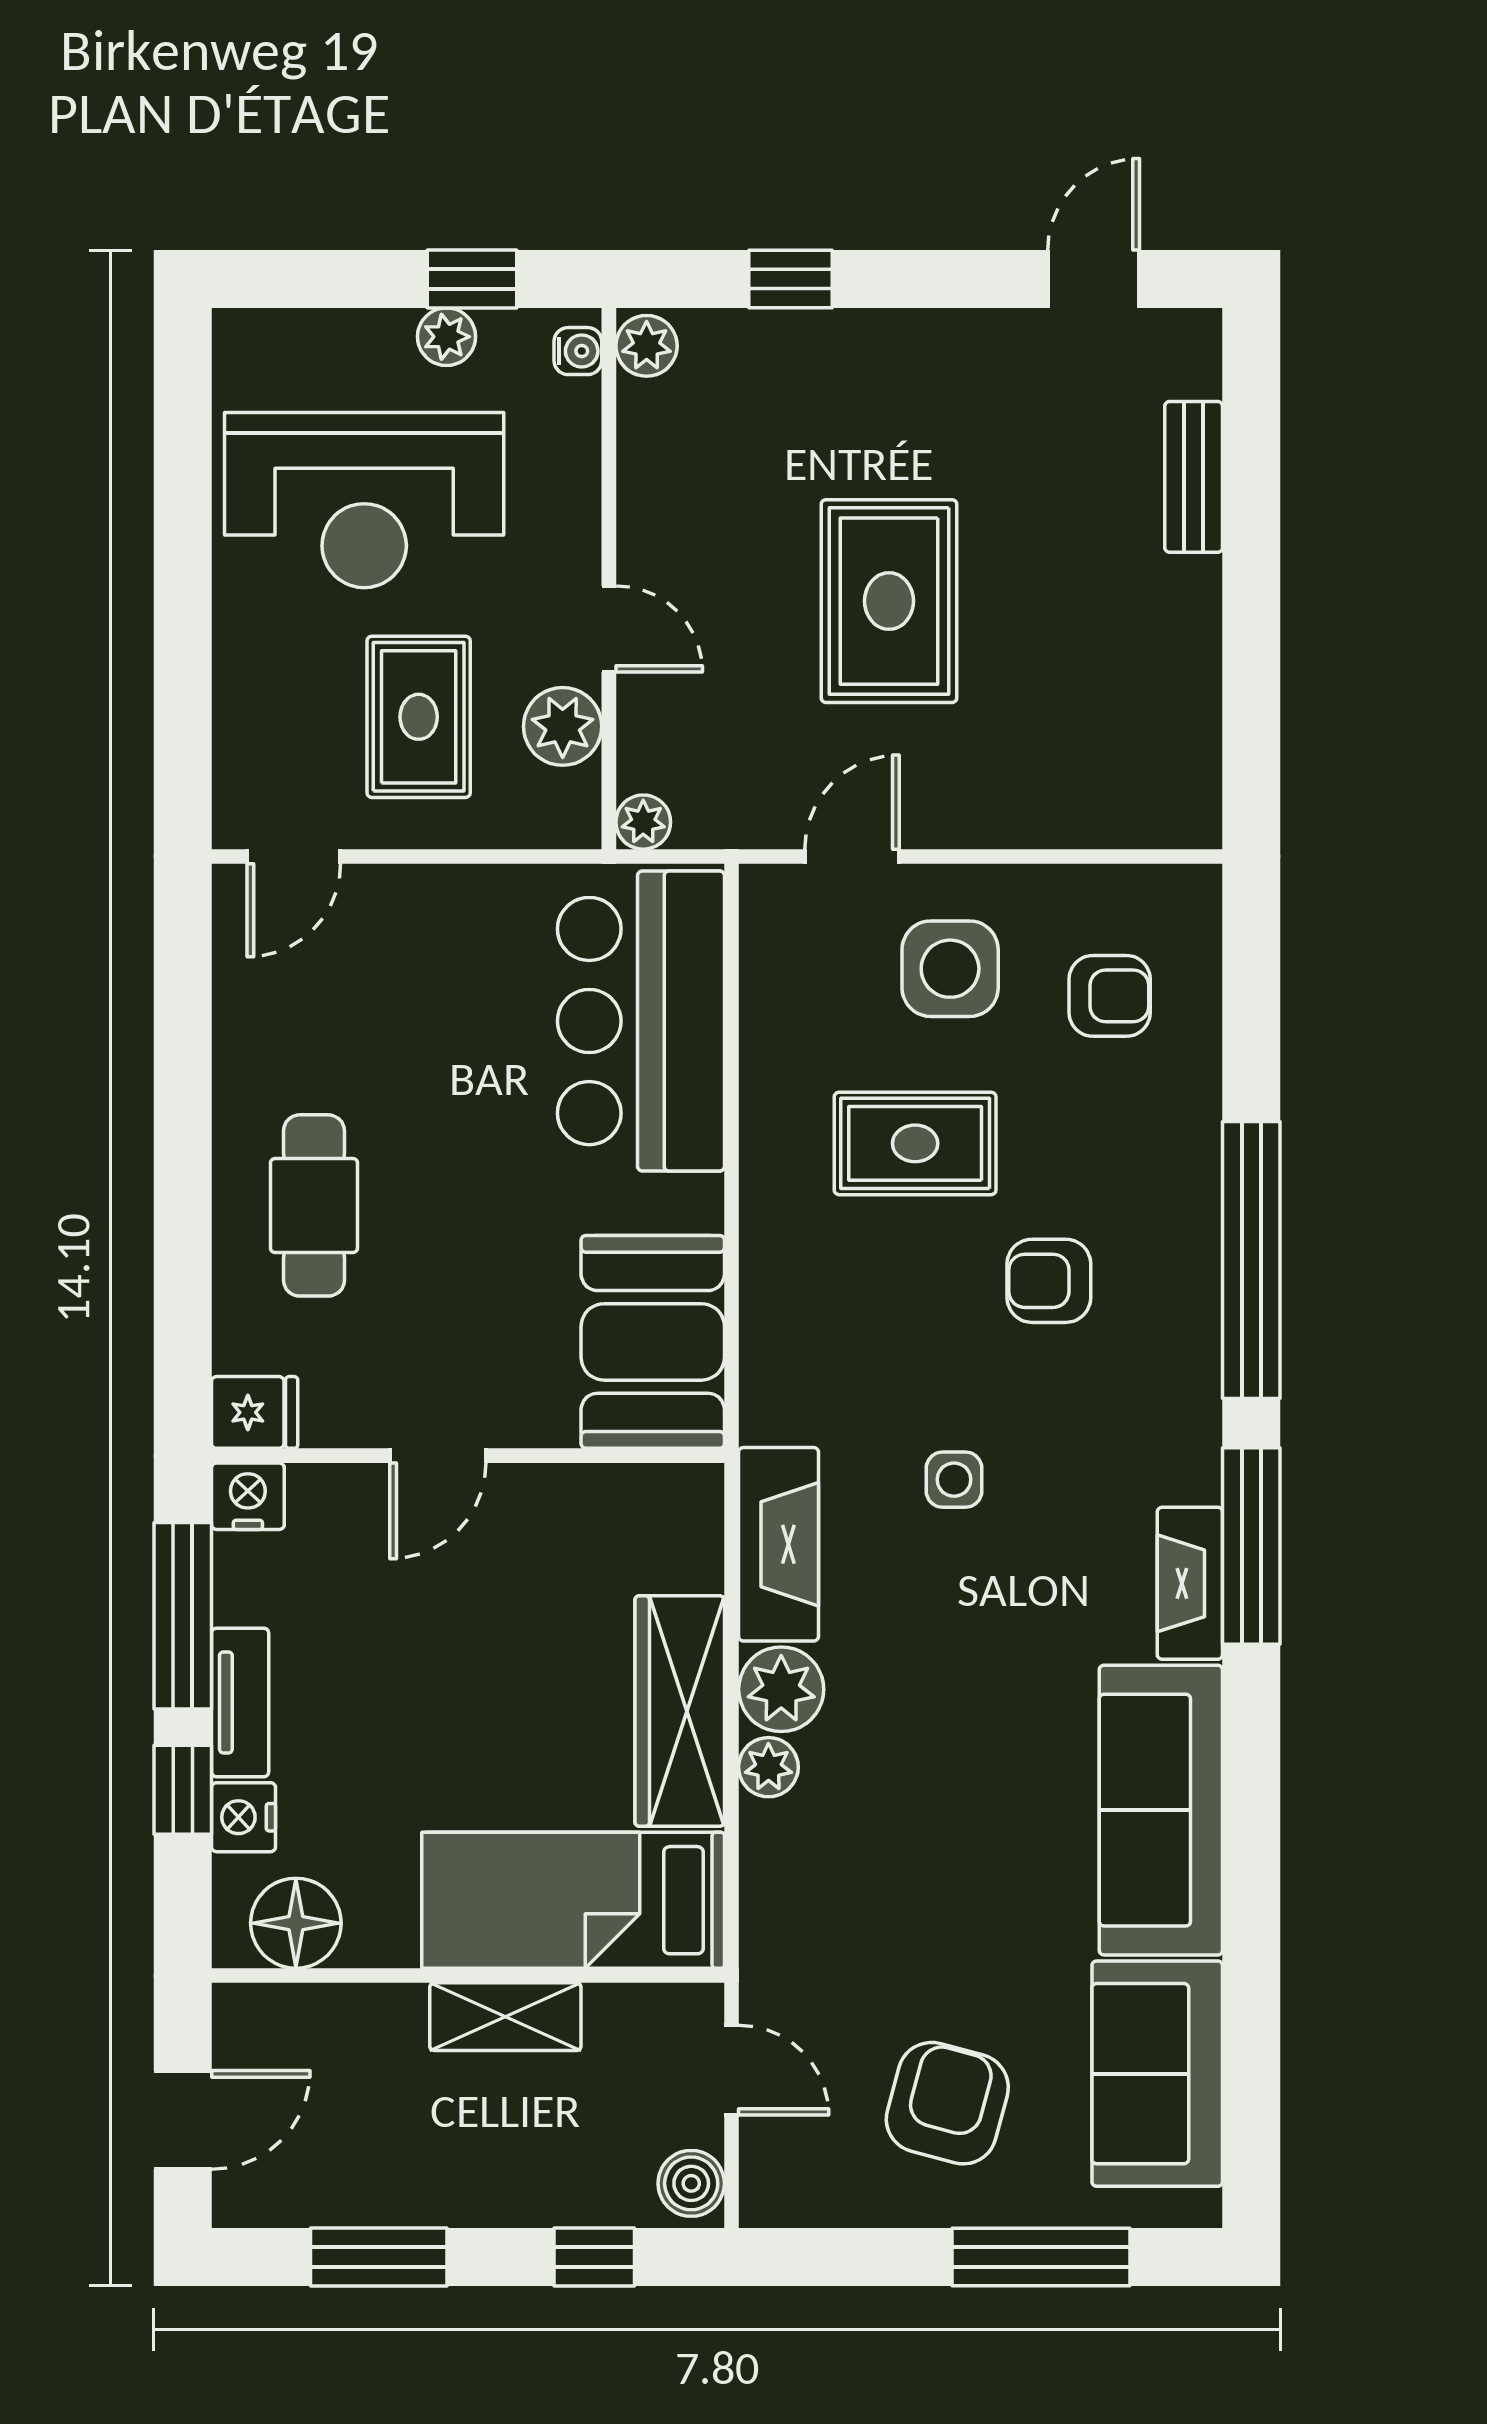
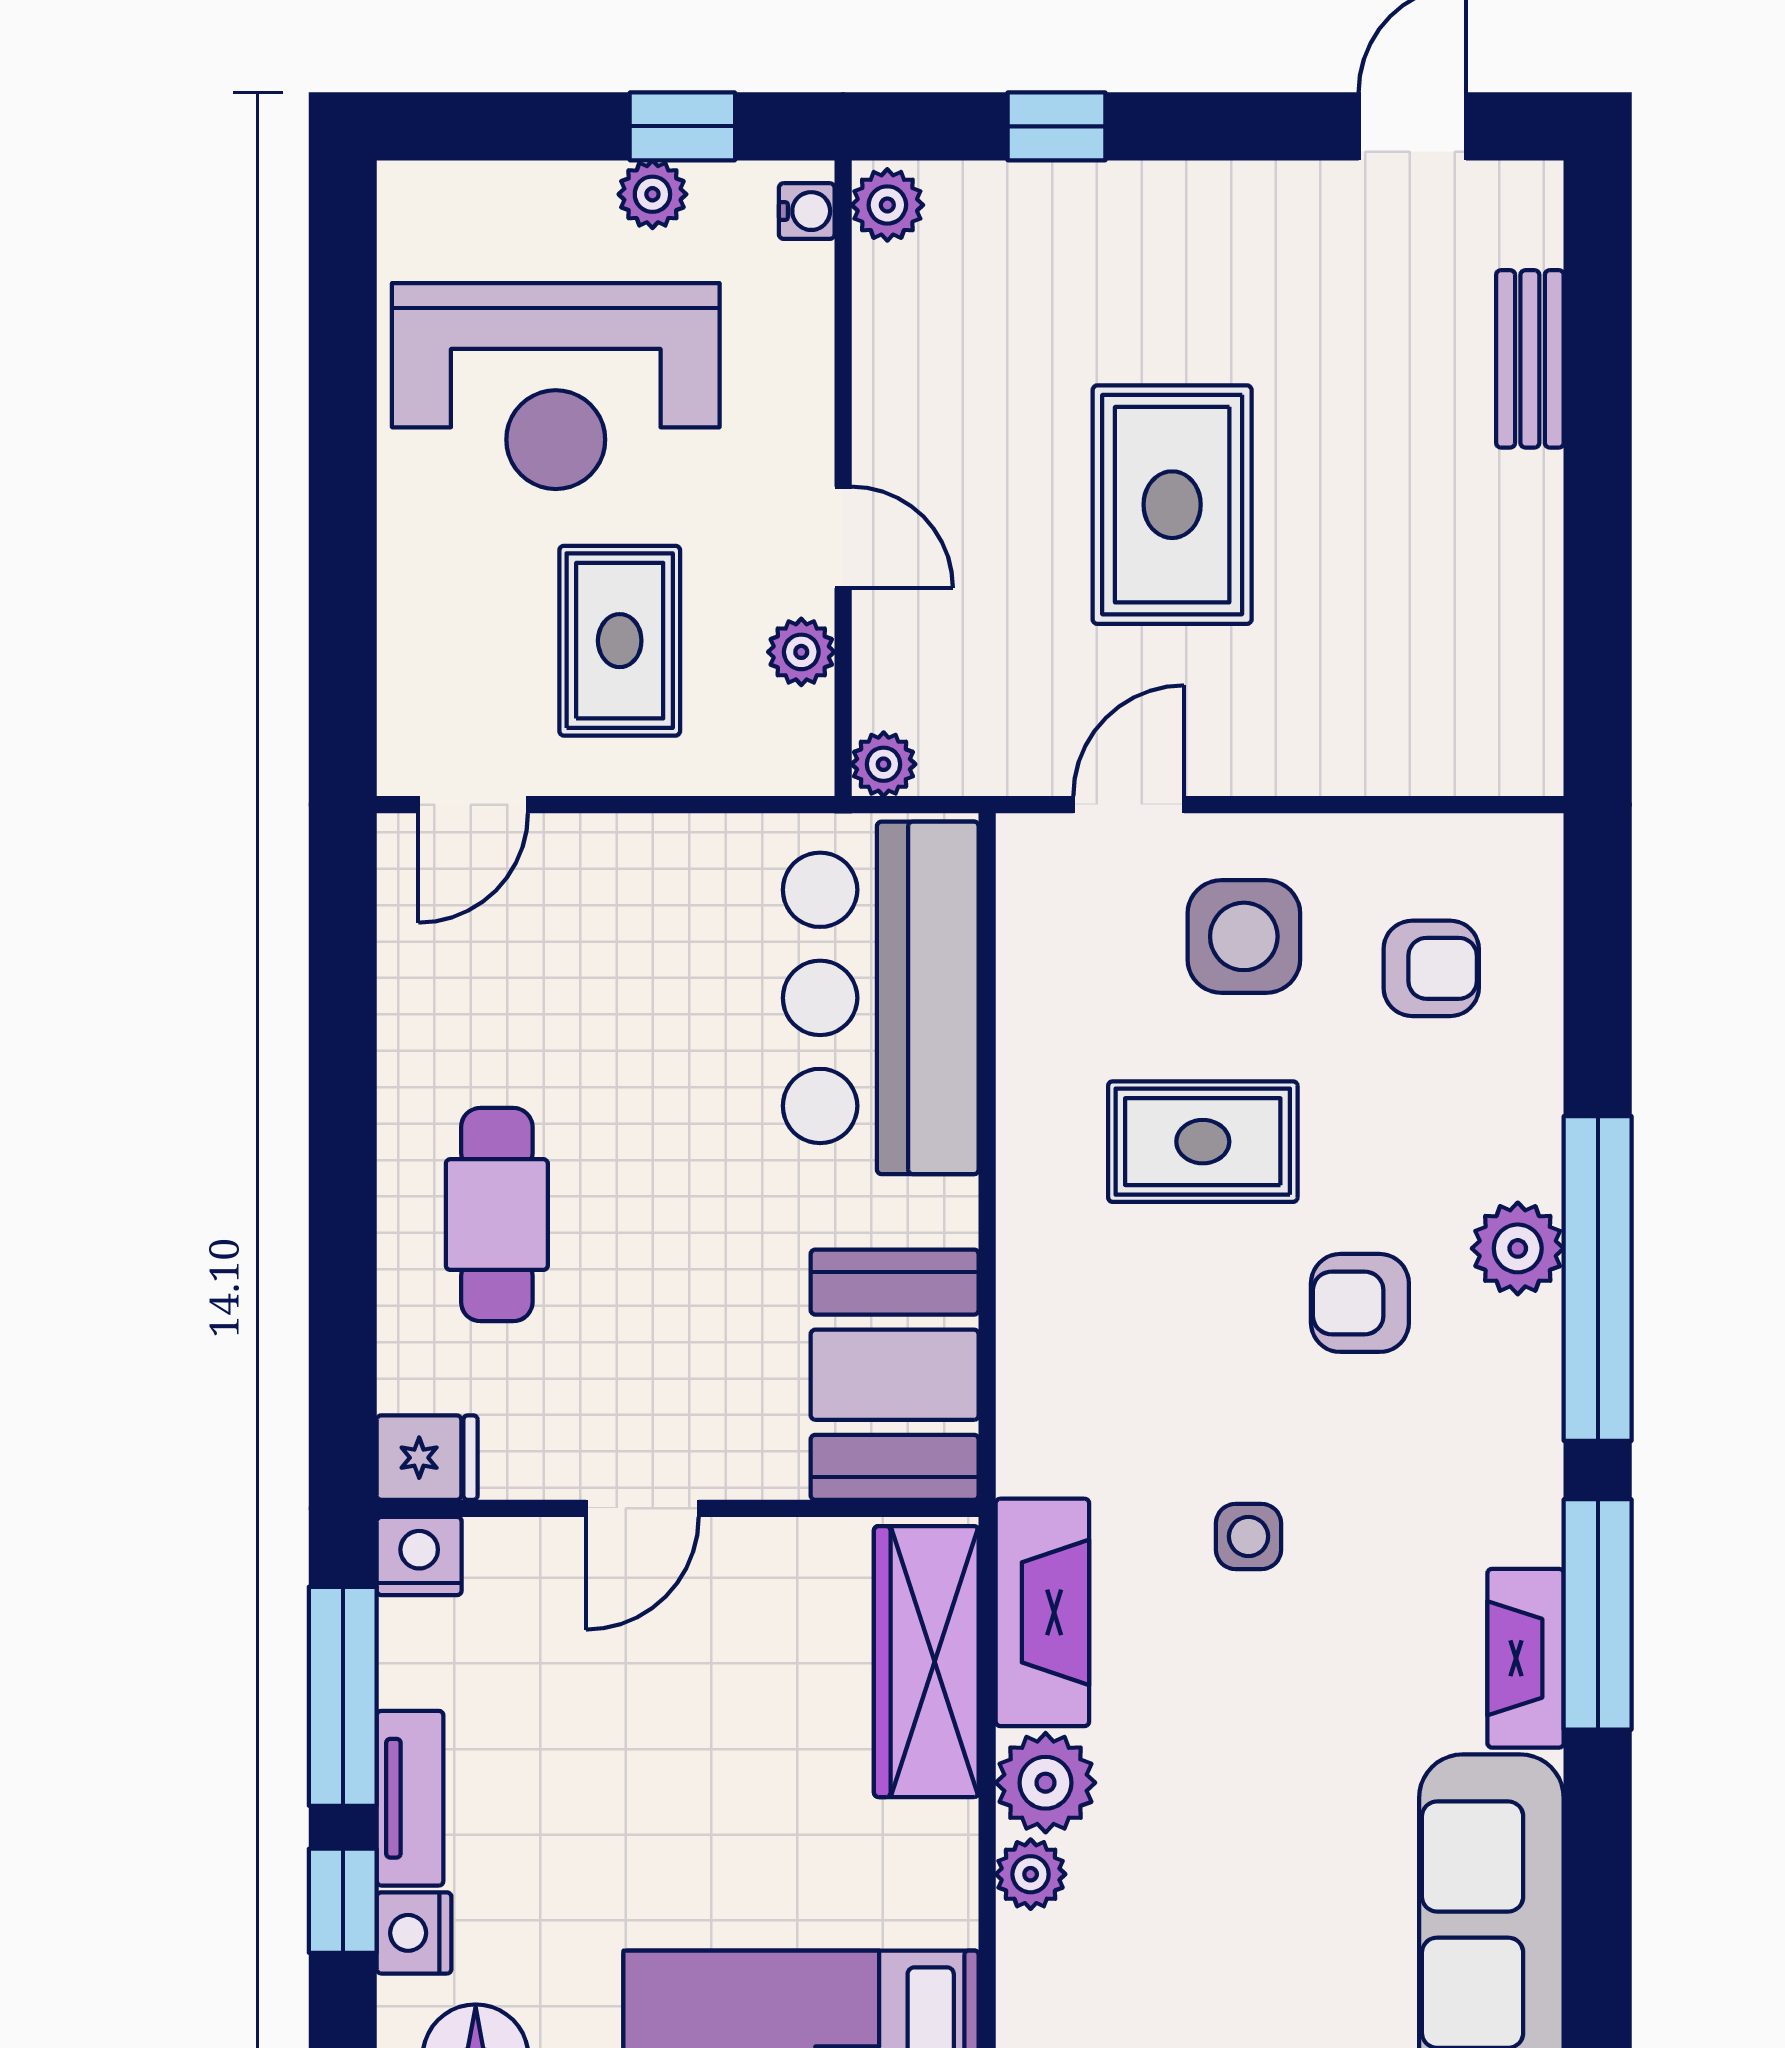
plant: (563, 726) -> (801, 652), width x0.73, depth x0.73
plant: (1183, 1234) -> (1518, 1248), added
wardrobe: (680, 1711) -> (926, 1662), moved

